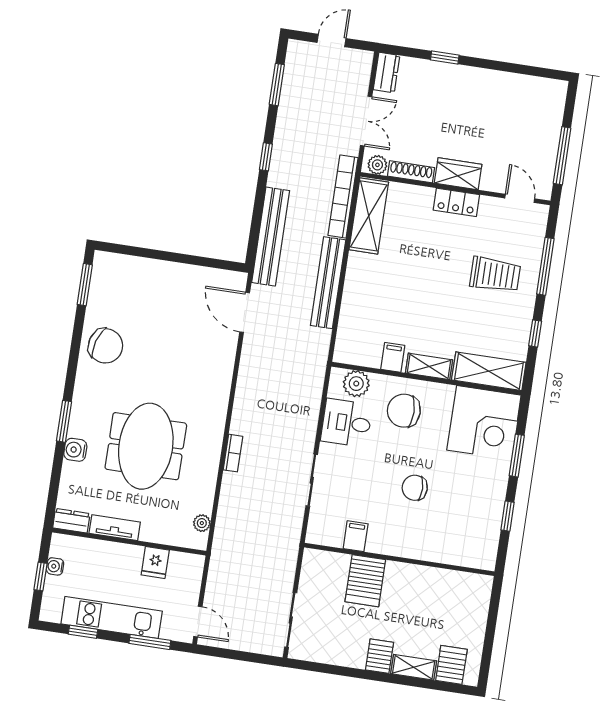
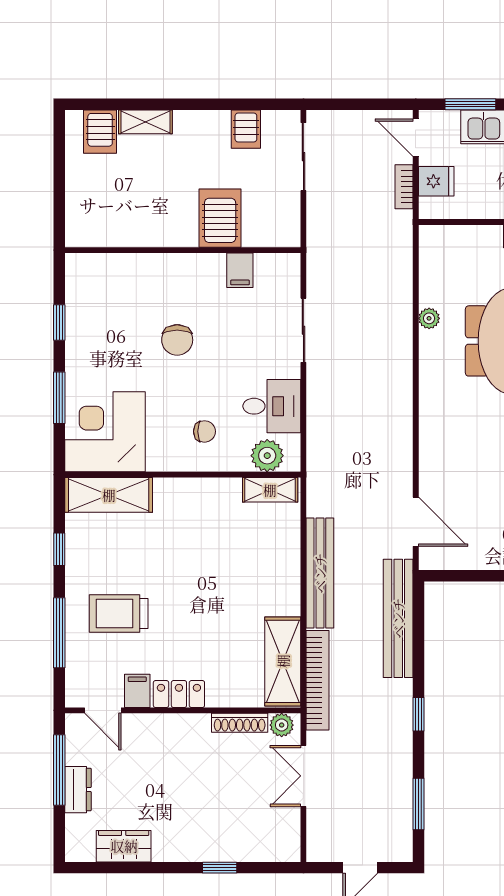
dresser: (387, 73) -> (78, 790), moved, turned 180
wardrobe: (458, 174) -> (124, 846), moved, turned 180
filing cabinet: (393, 357) -> (137, 691), moved, turned 180
shelving: (429, 366) -> (270, 490), moved
chair: (404, 411) -> (205, 431), width x0.54, depth x0.54
bookcase: (233, 453) -> (404, 187), moved
chair: (415, 488) -> (177, 340), turned 90
plant: (202, 523) -> (429, 318), moved
fridge: (155, 563) -> (436, 181), moved, turned 90
server rack: (380, 656) -> (246, 129), moved

